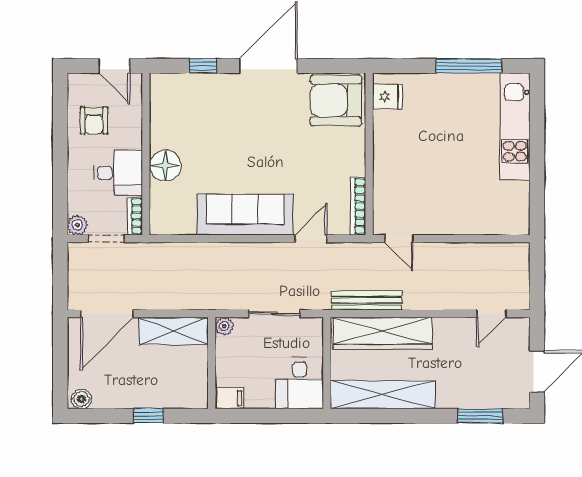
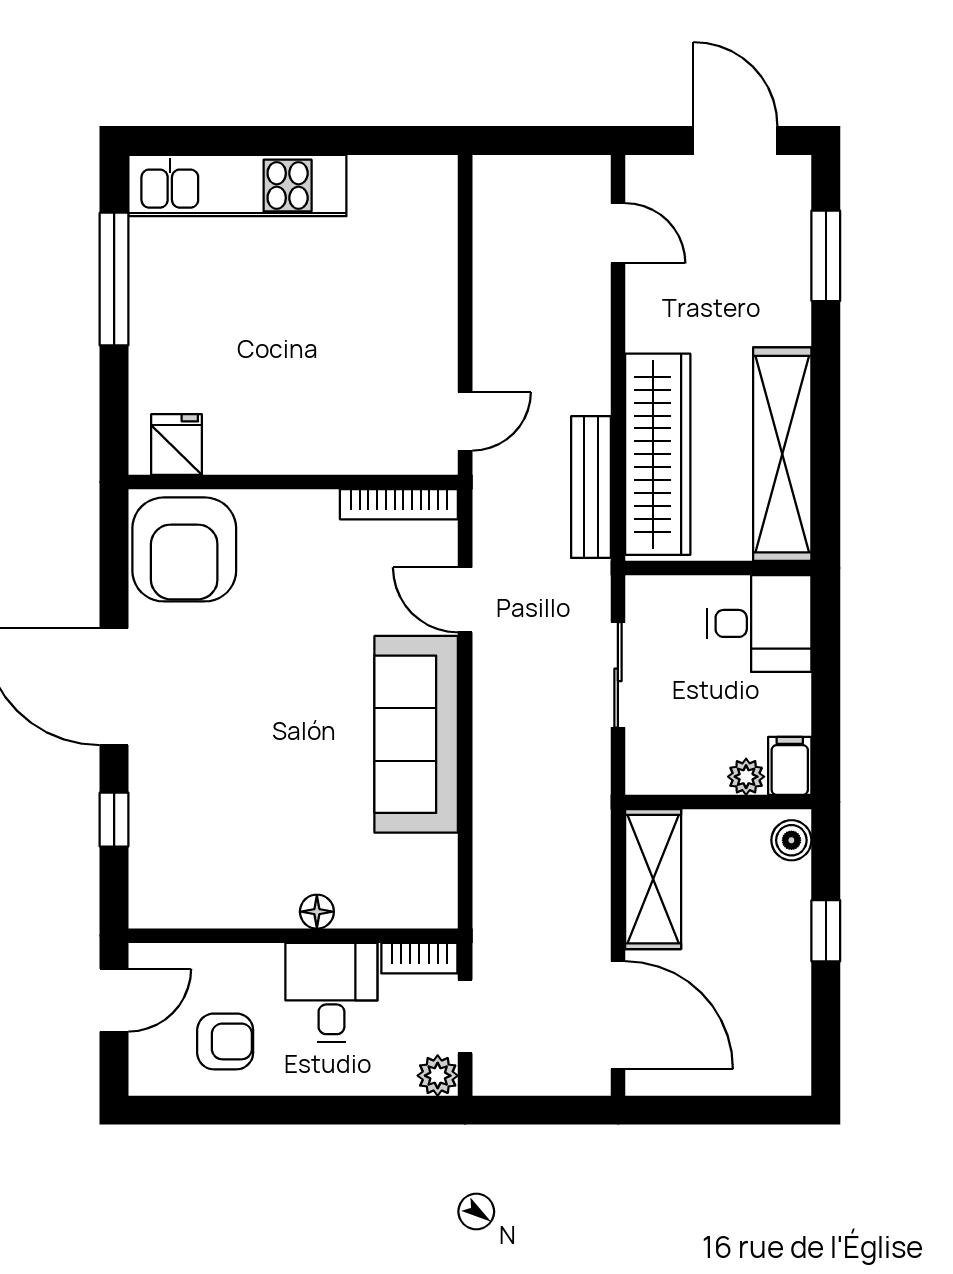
floor lamp: (165, 166) -> (317, 912), width x0.53, depth x0.53
plant: (224, 326) -> (746, 777), moved
boiler: (81, 399) -> (791, 840), moved

